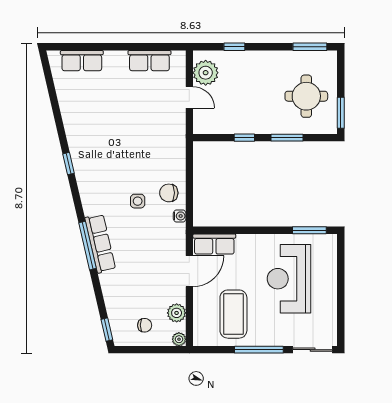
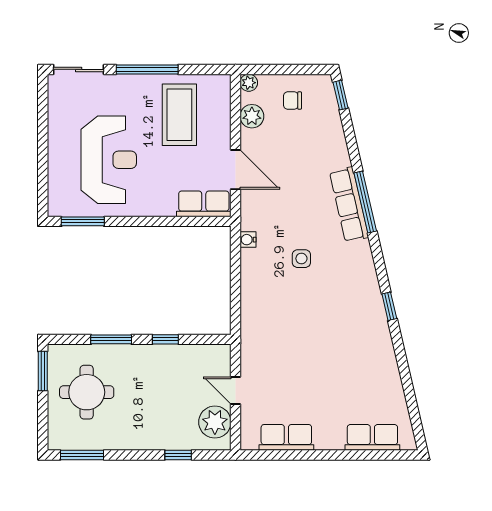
chair: (169, 193) -> (262, 269), removed
door: (189, 271) -> (236, 170), swing flipped

